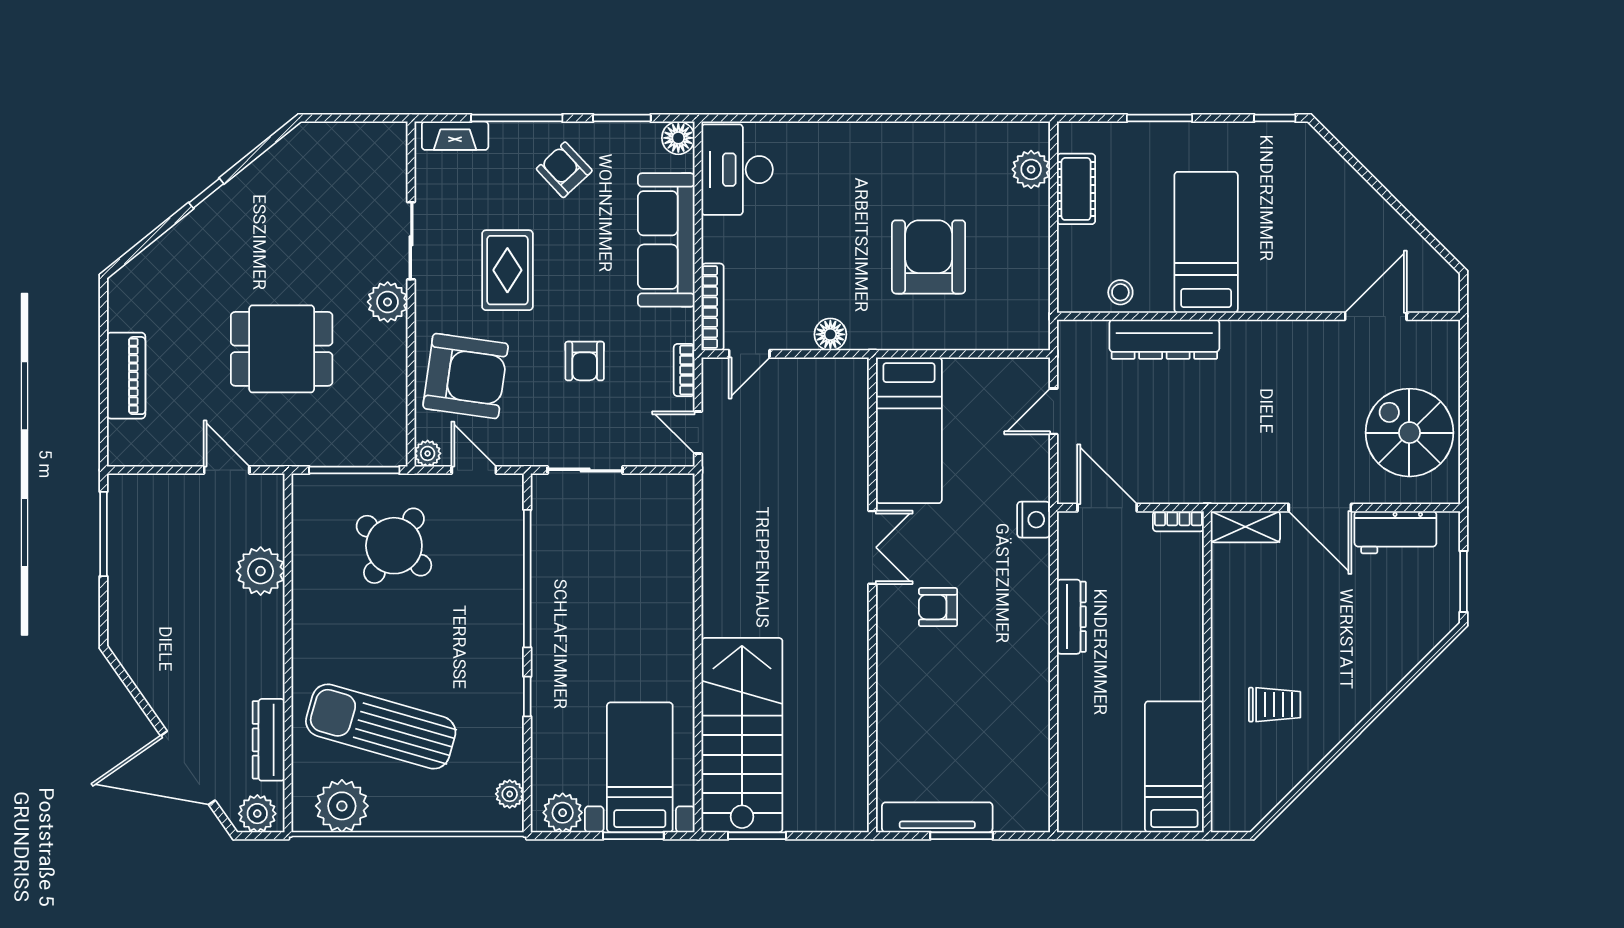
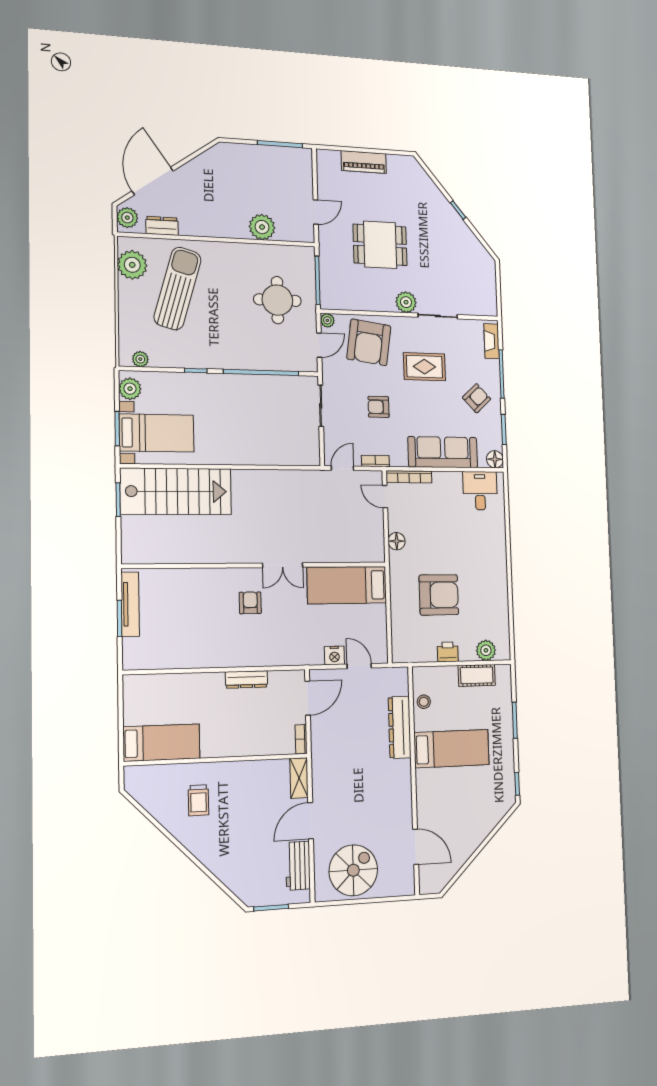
desk: (737, 170) -> (480, 491), width x0.73
printer: (1032, 243) -> (448, 652), added
dining table: (282, 349) -> (380, 245), turned 90
nightstand: (1034, 520) -> (334, 655), moved
round table: (394, 546) -> (277, 300), turned -36
dresser: (269, 740) -> (162, 226), width x0.70

